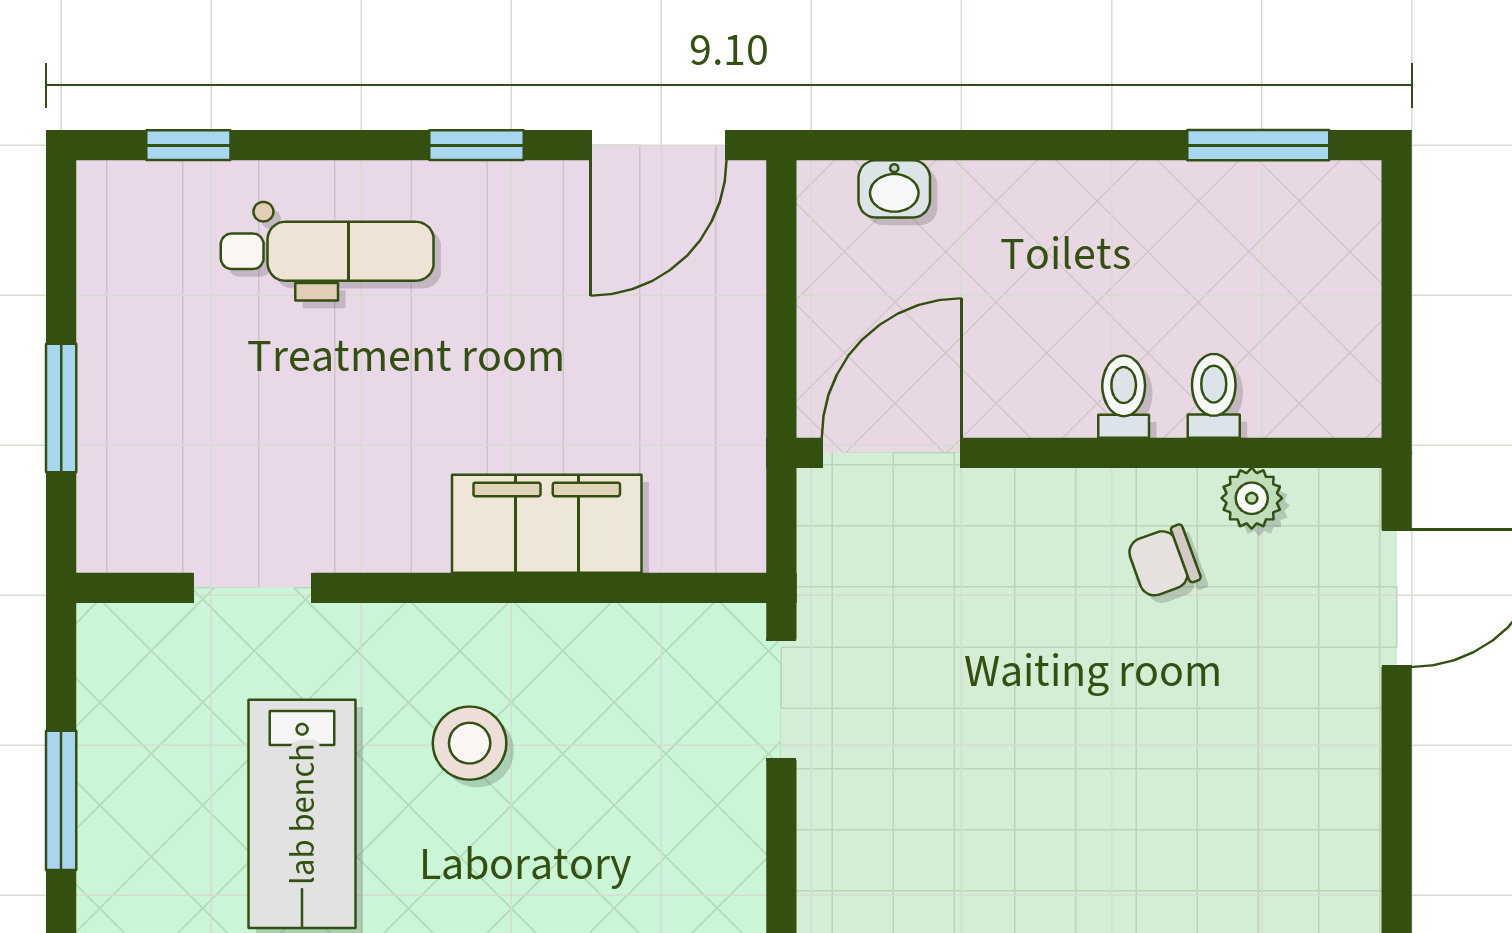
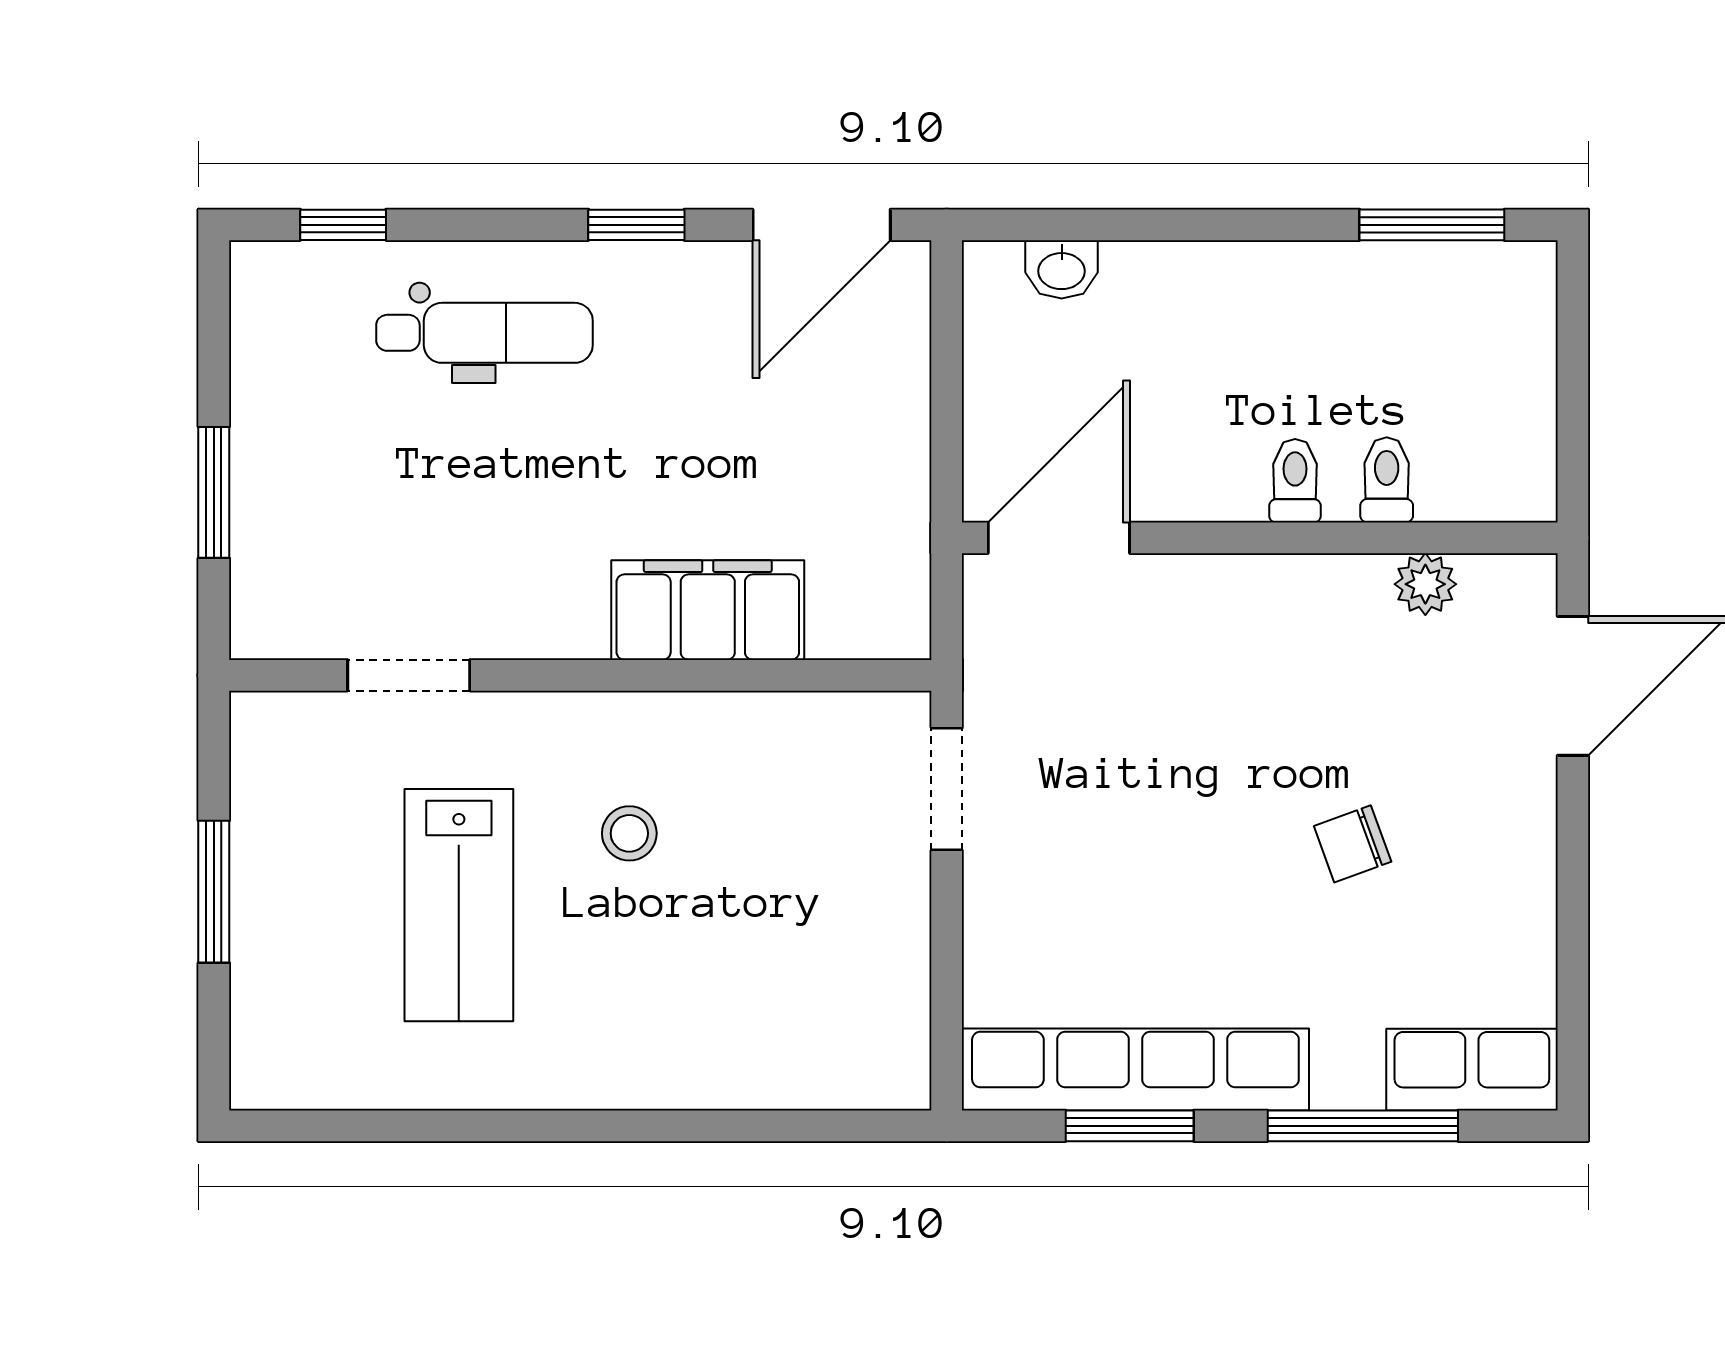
chair: (1163, 561) -> (1353, 844), moved
stool: (470, 743) -> (629, 833), width x0.73, depth x0.73

